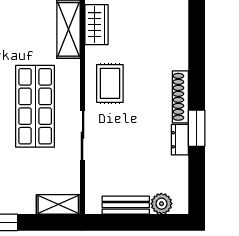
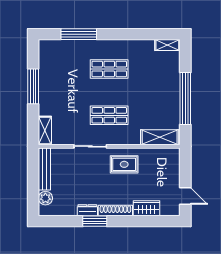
wardrobe: (97, 25) -> (147, 208), moved, turned 180
shop shelf: (35, 106) -> (109, 115), width x0.70, depth x0.74
bench: (126, 205) -> (44, 169), width x1.36

